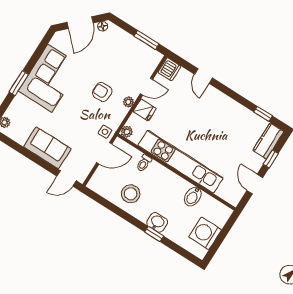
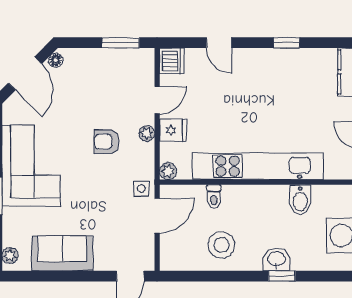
window: (263, 114) -> (287, 43), moved
sofa: (47, 148) -> (62, 253), moved

